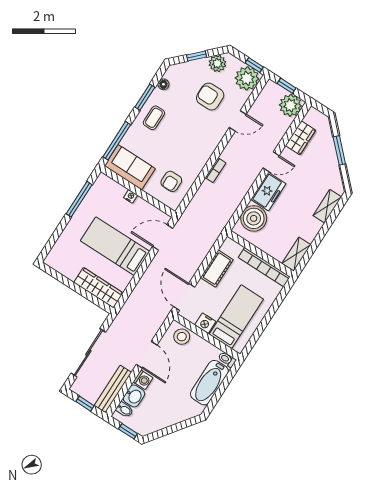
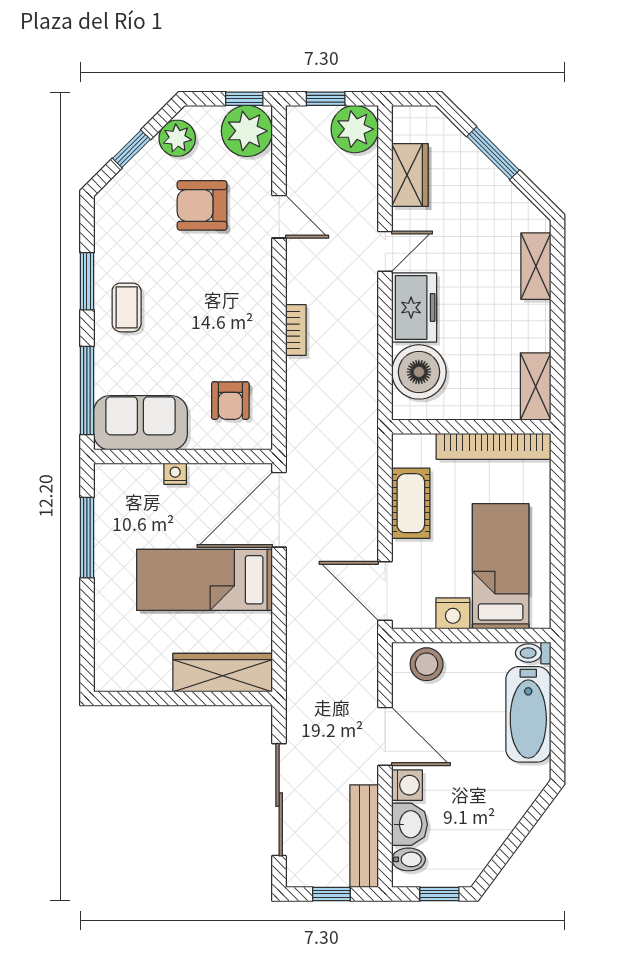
floor lamp: (163, 84) -> (105, 237), removed
door: (238, 121) -> (279, 217), hinge flipped
door: (163, 237) -> (279, 510), width x1.36

